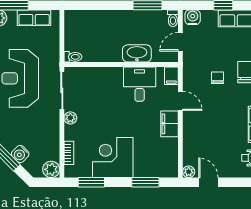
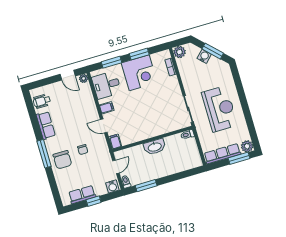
row of seats: (34, 18) -> (222, 154), width x1.48
washbasin: (137, 53) -> (155, 147), moved
desk: (140, 84) -> (107, 85), moved, turned 90
plant: (70, 118) -> (177, 92), removed
filing cabinet: (169, 124) -> (107, 108), width x0.50
window: (91, 182) -> (139, 54), moved

